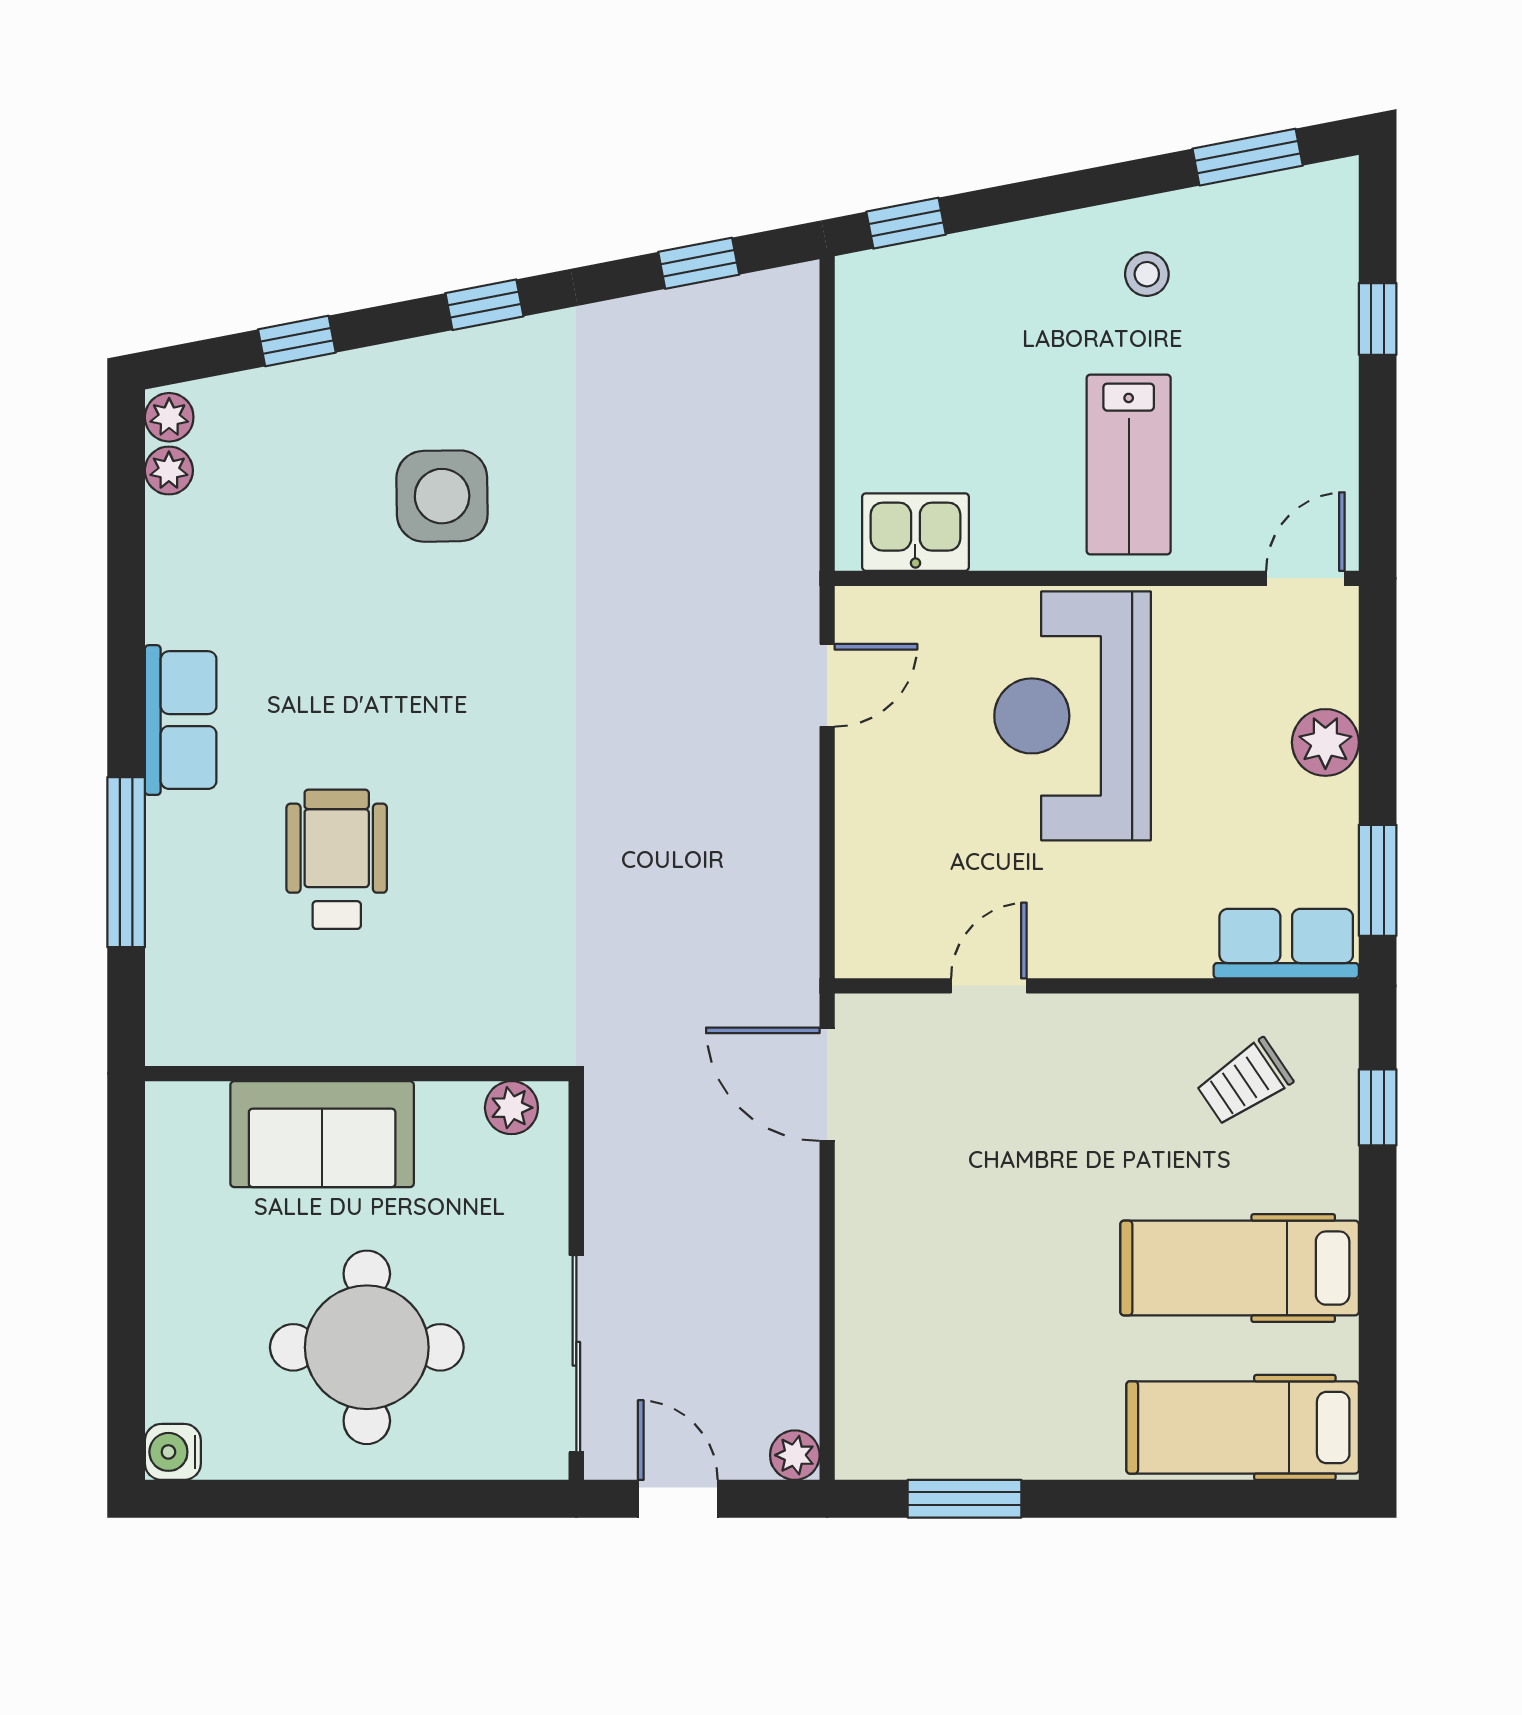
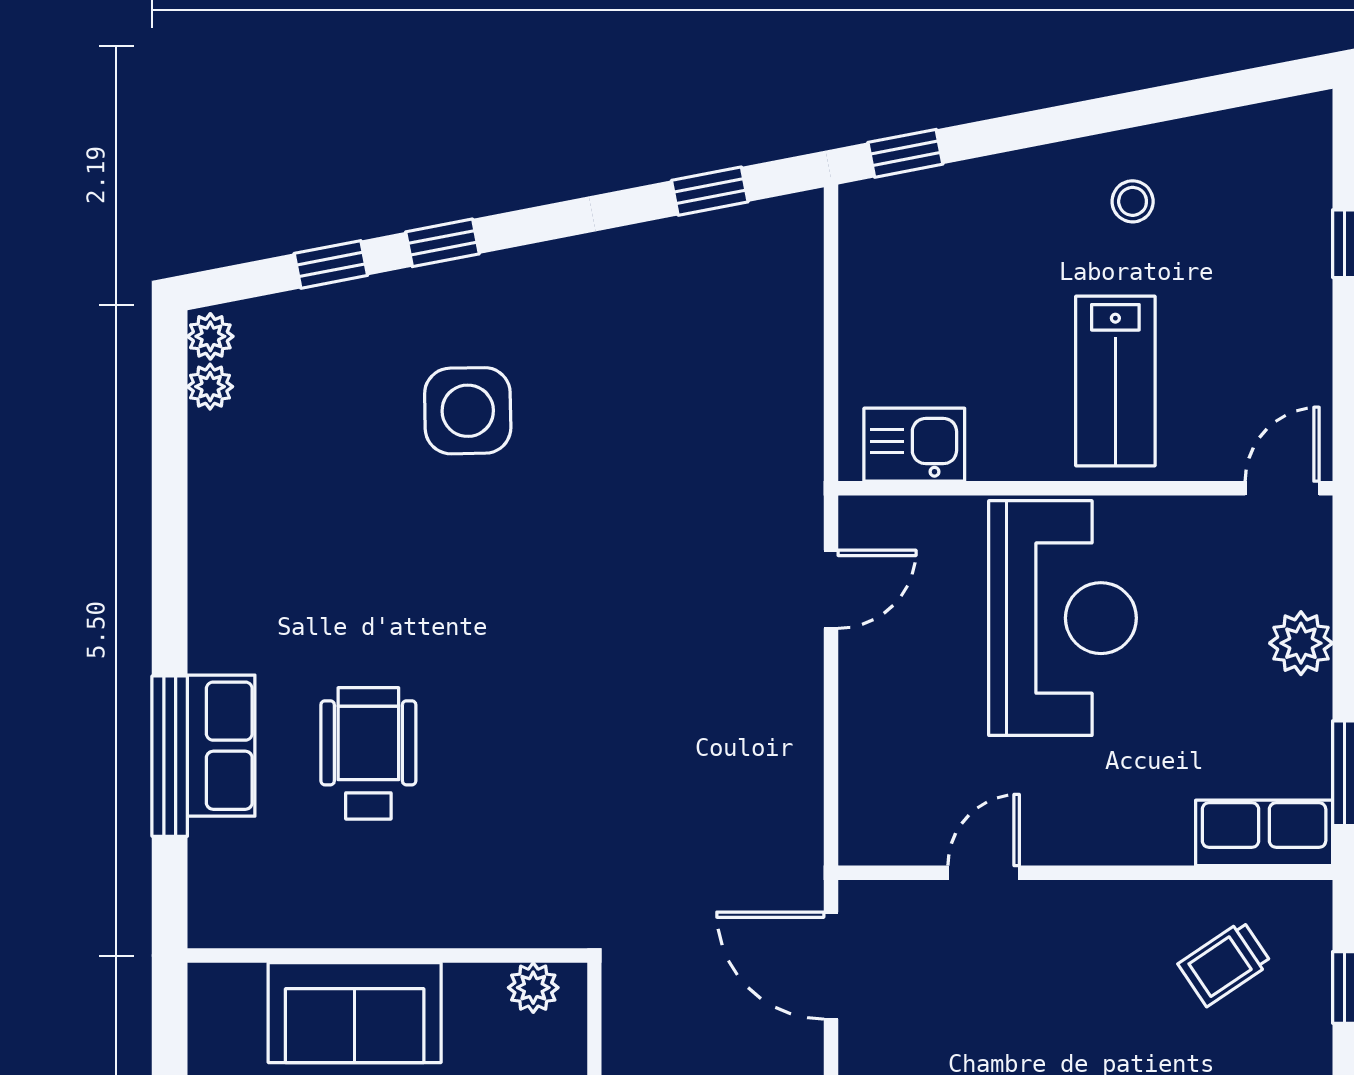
window: (1248, 157) -> (1228, 91), removed
window: (484, 305) -> (442, 243), moved
reception desk: (1073, 716) -> (1063, 618), turned 180
row of seats: (181, 720) -> (221, 746), moved

